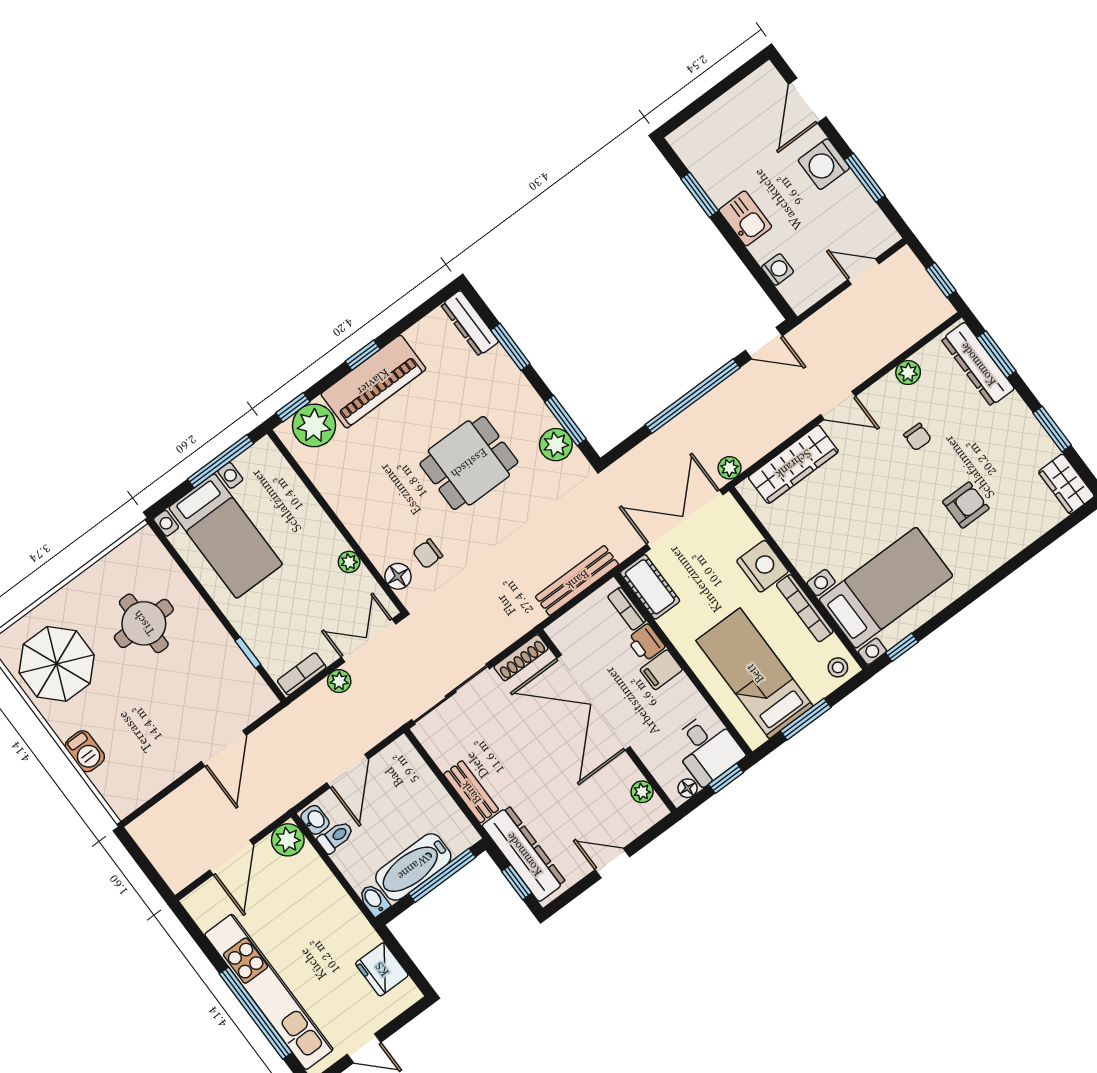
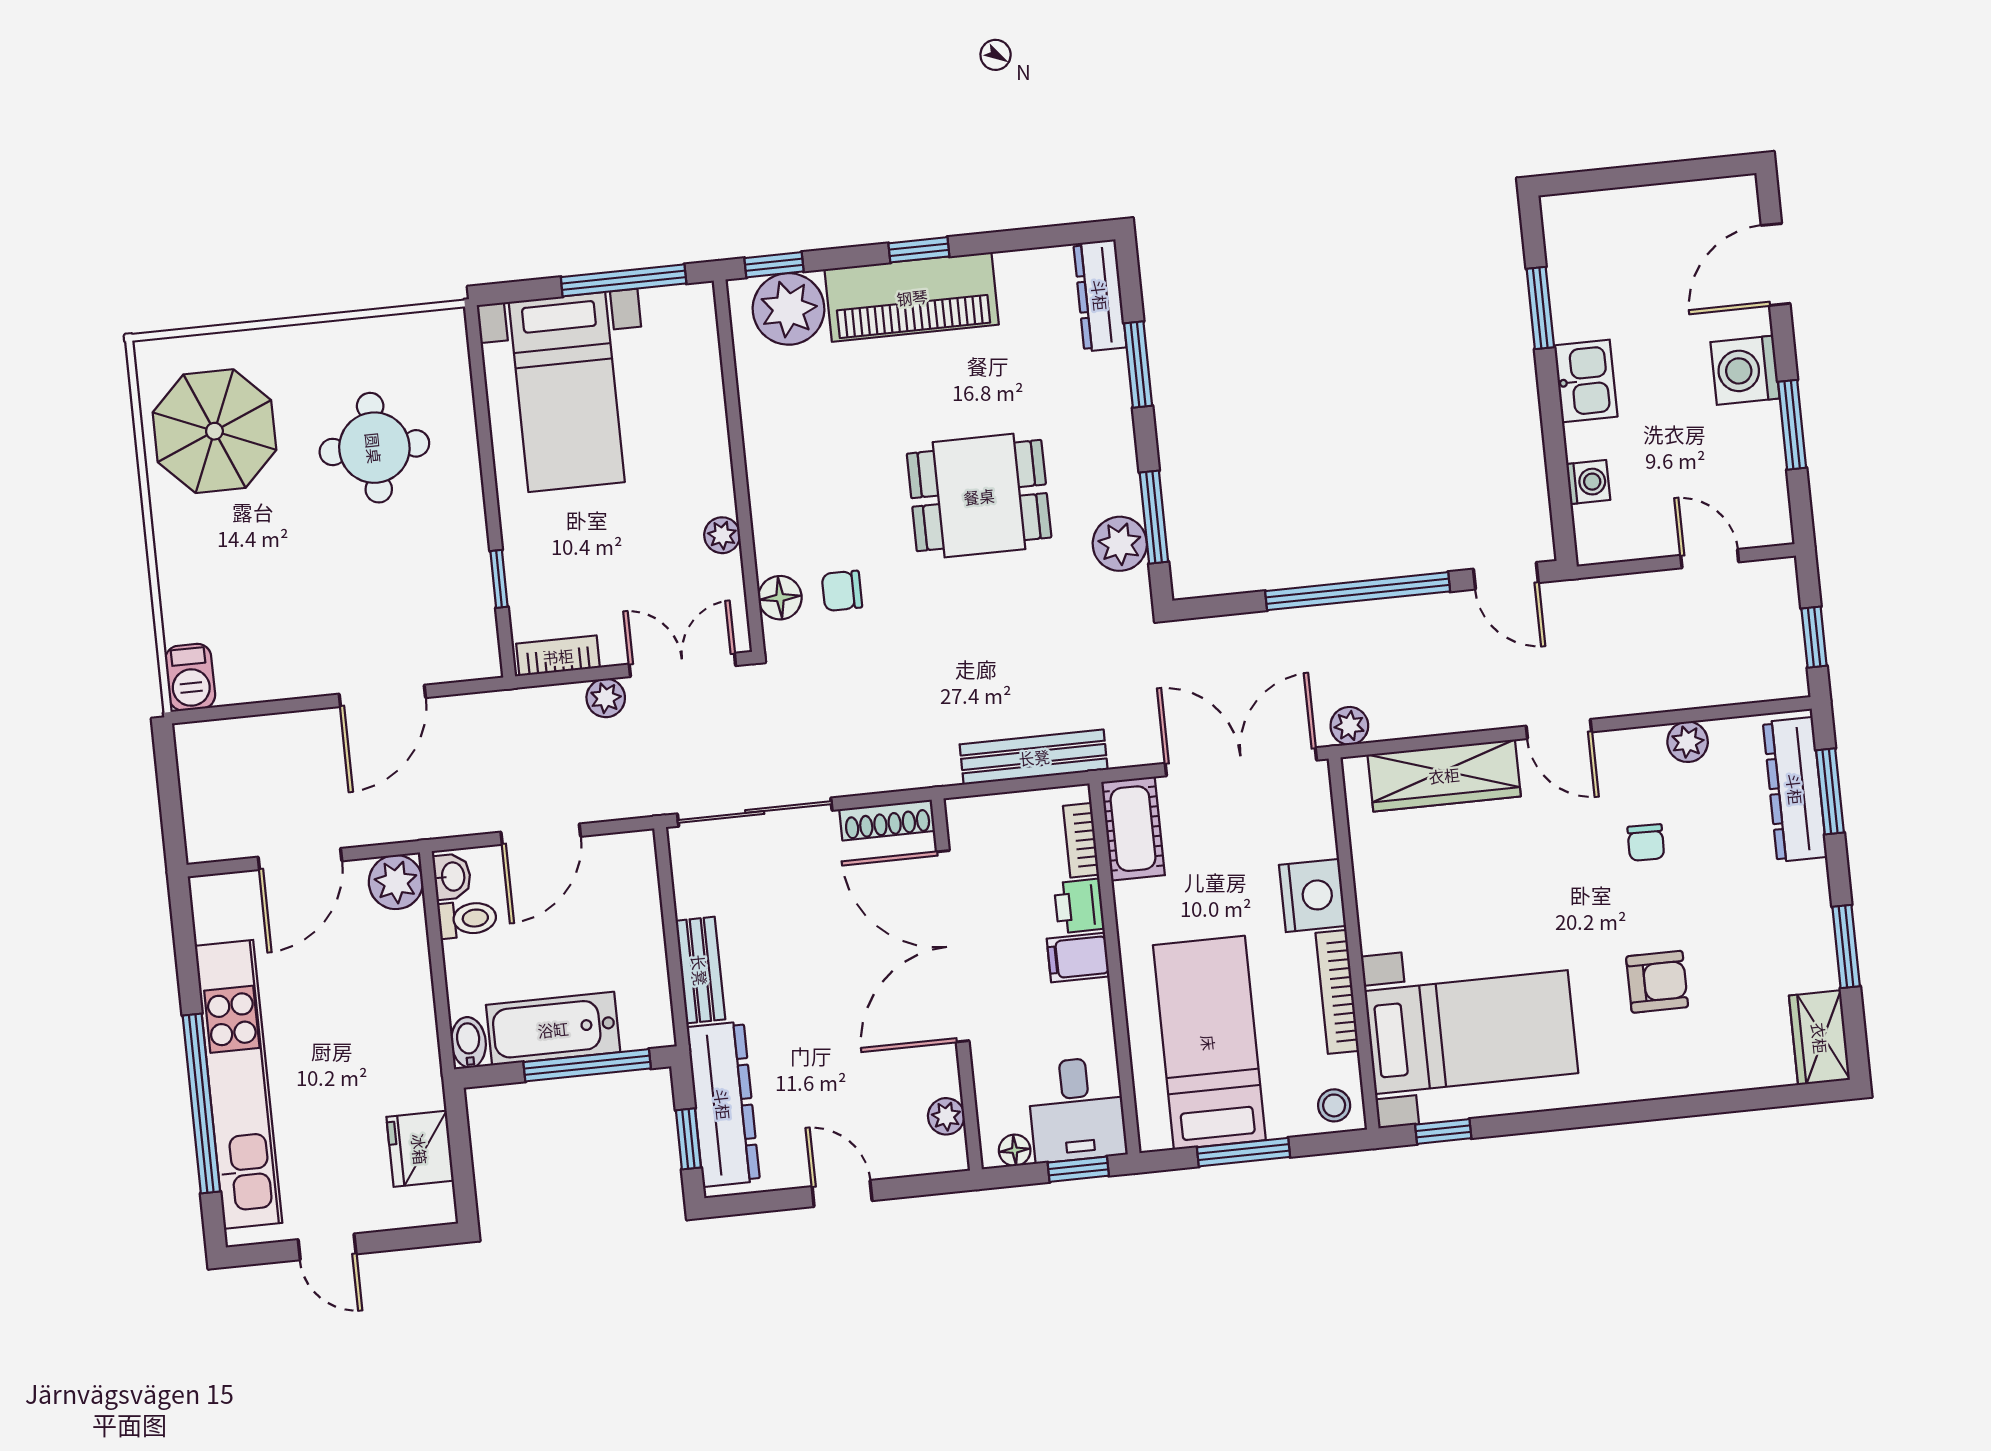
barbecue: (85, 751) -> (190, 677), moved

